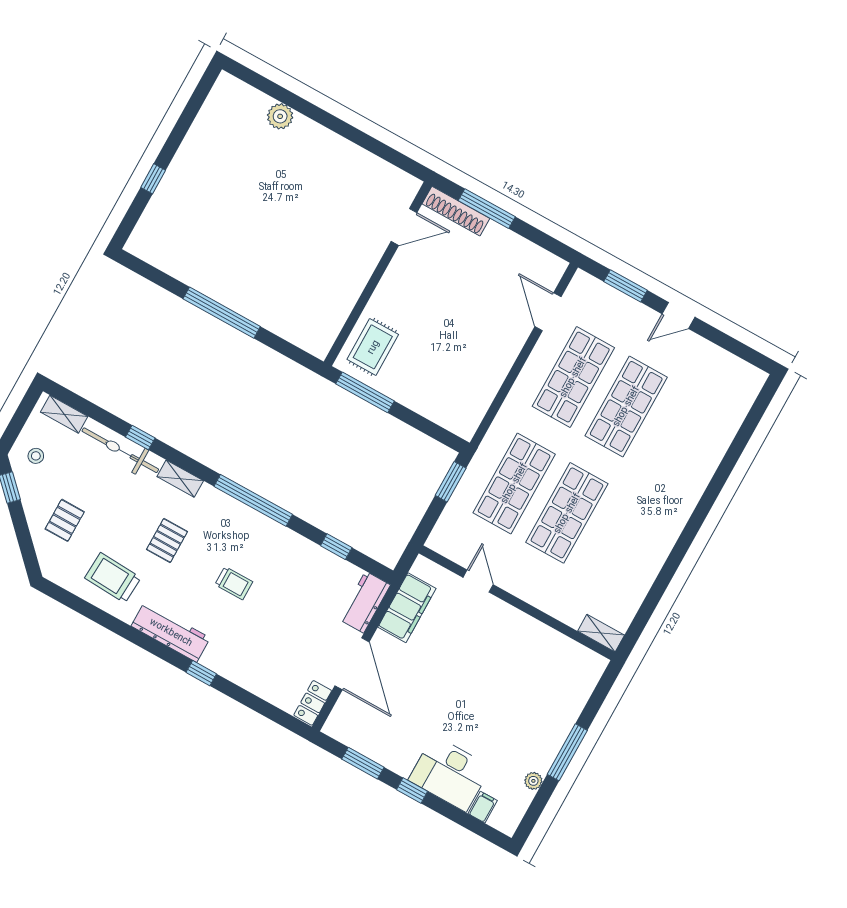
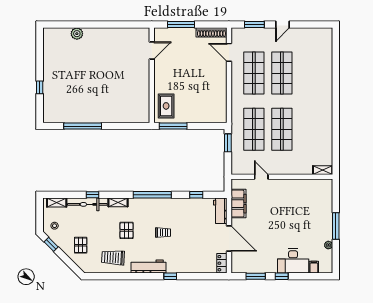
shoe rack: (456, 211) -> (211, 32), moved
window: (222, 313) -> (83, 126), moved

